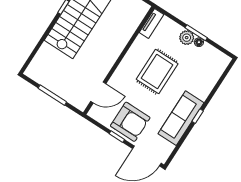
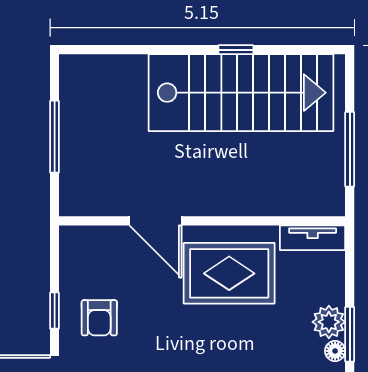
rug: (157, 71) -> (229, 273), moved
door: (98, 92) -> (156, 221), moved
armchair: (130, 122) -> (99, 318), width x0.53, depth x0.53

